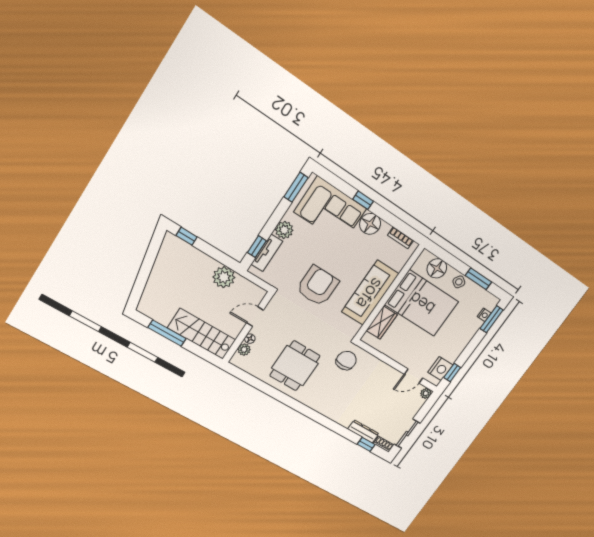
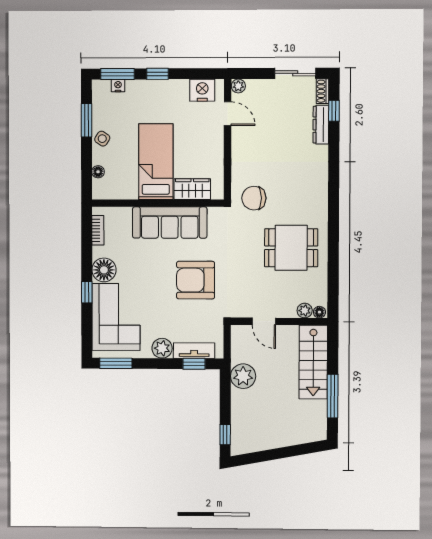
floor lamp: (437, 268) -> (98, 172), width x0.53, depth x0.53
bed: (422, 303) -> (156, 162), width x0.67
floor lamp: (250, 339) -> (319, 312), moved
window: (452, 373) -> (157, 74), moved

